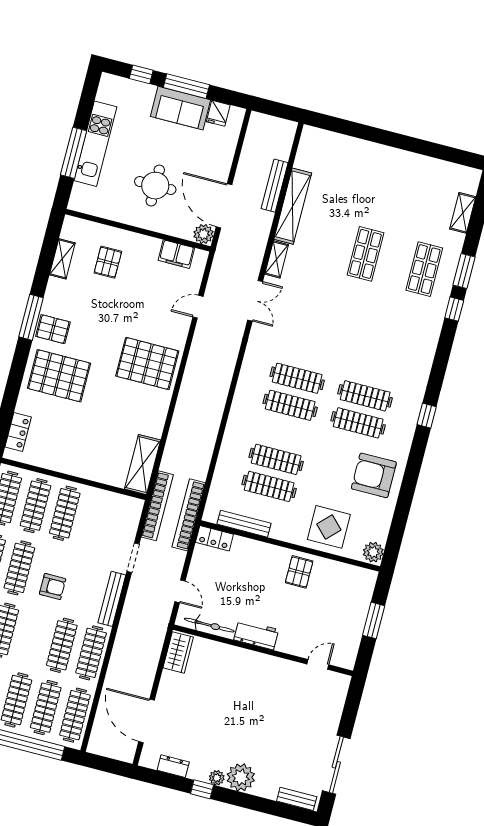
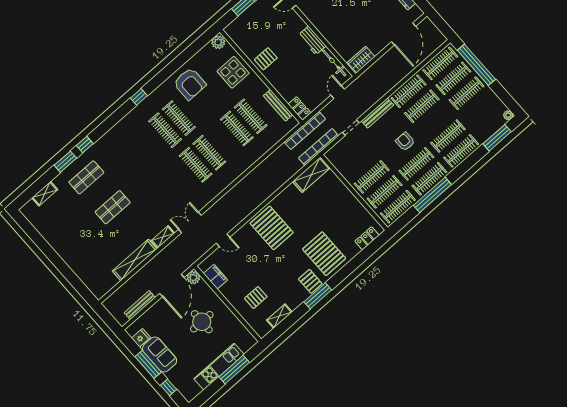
bench: (275, 186) -> (140, 305), moved

